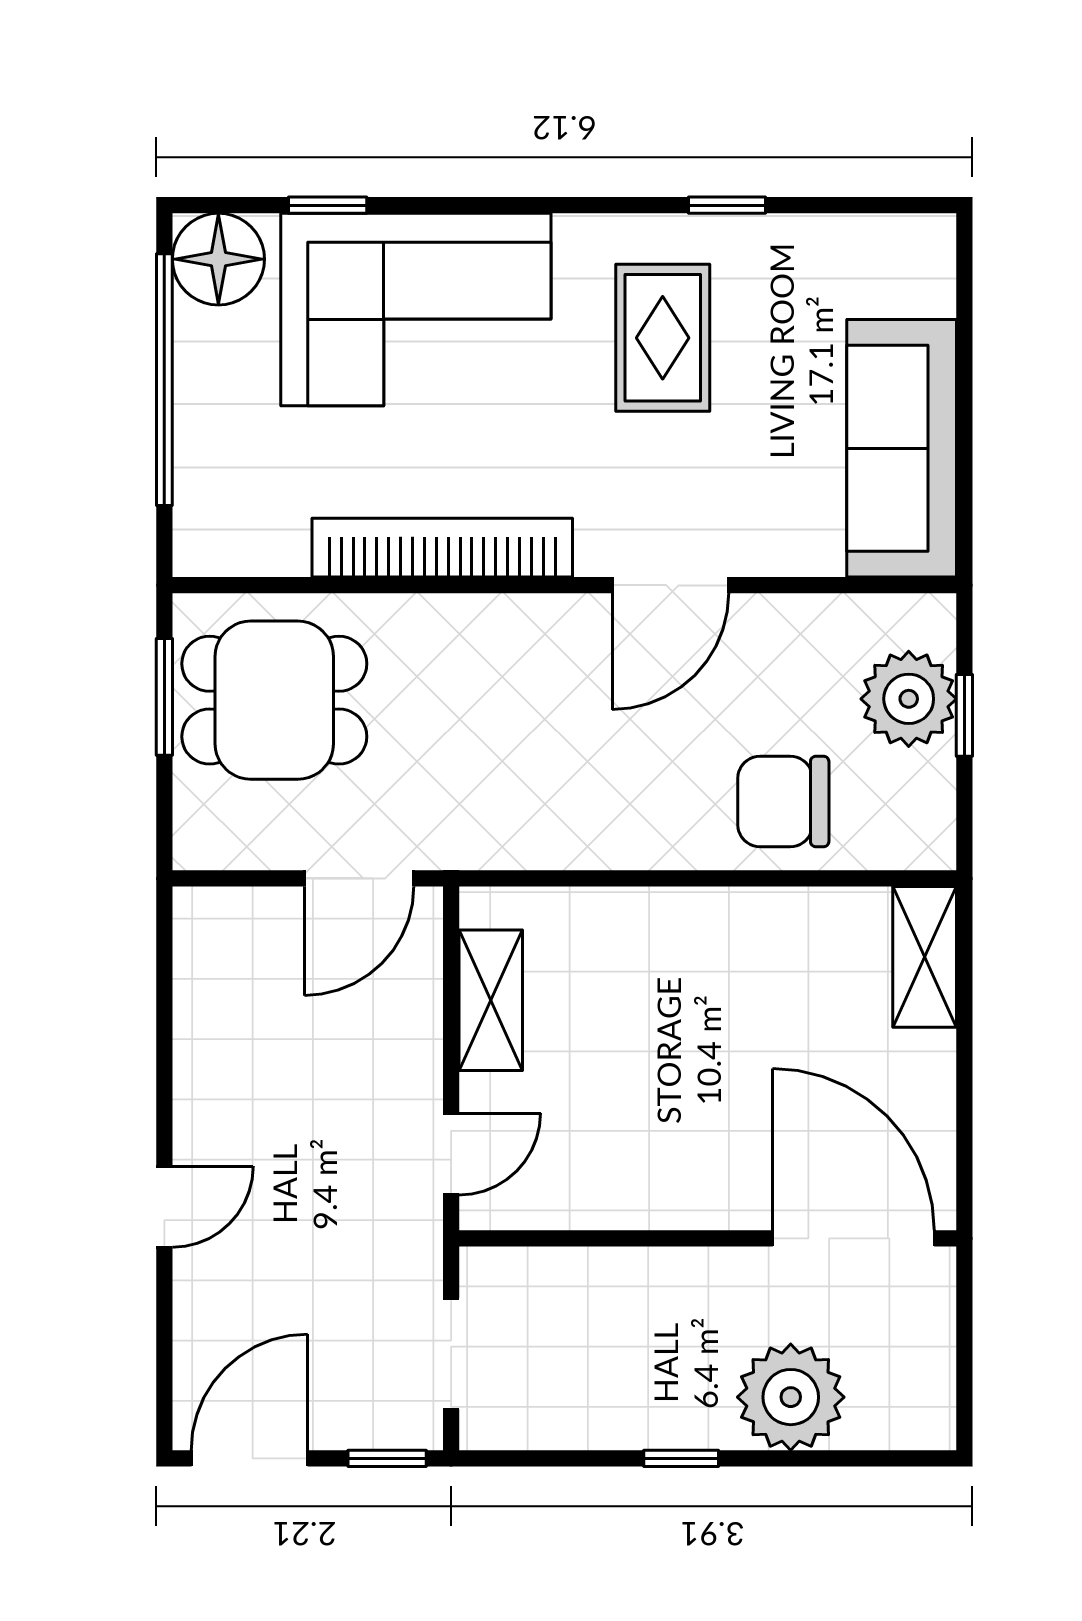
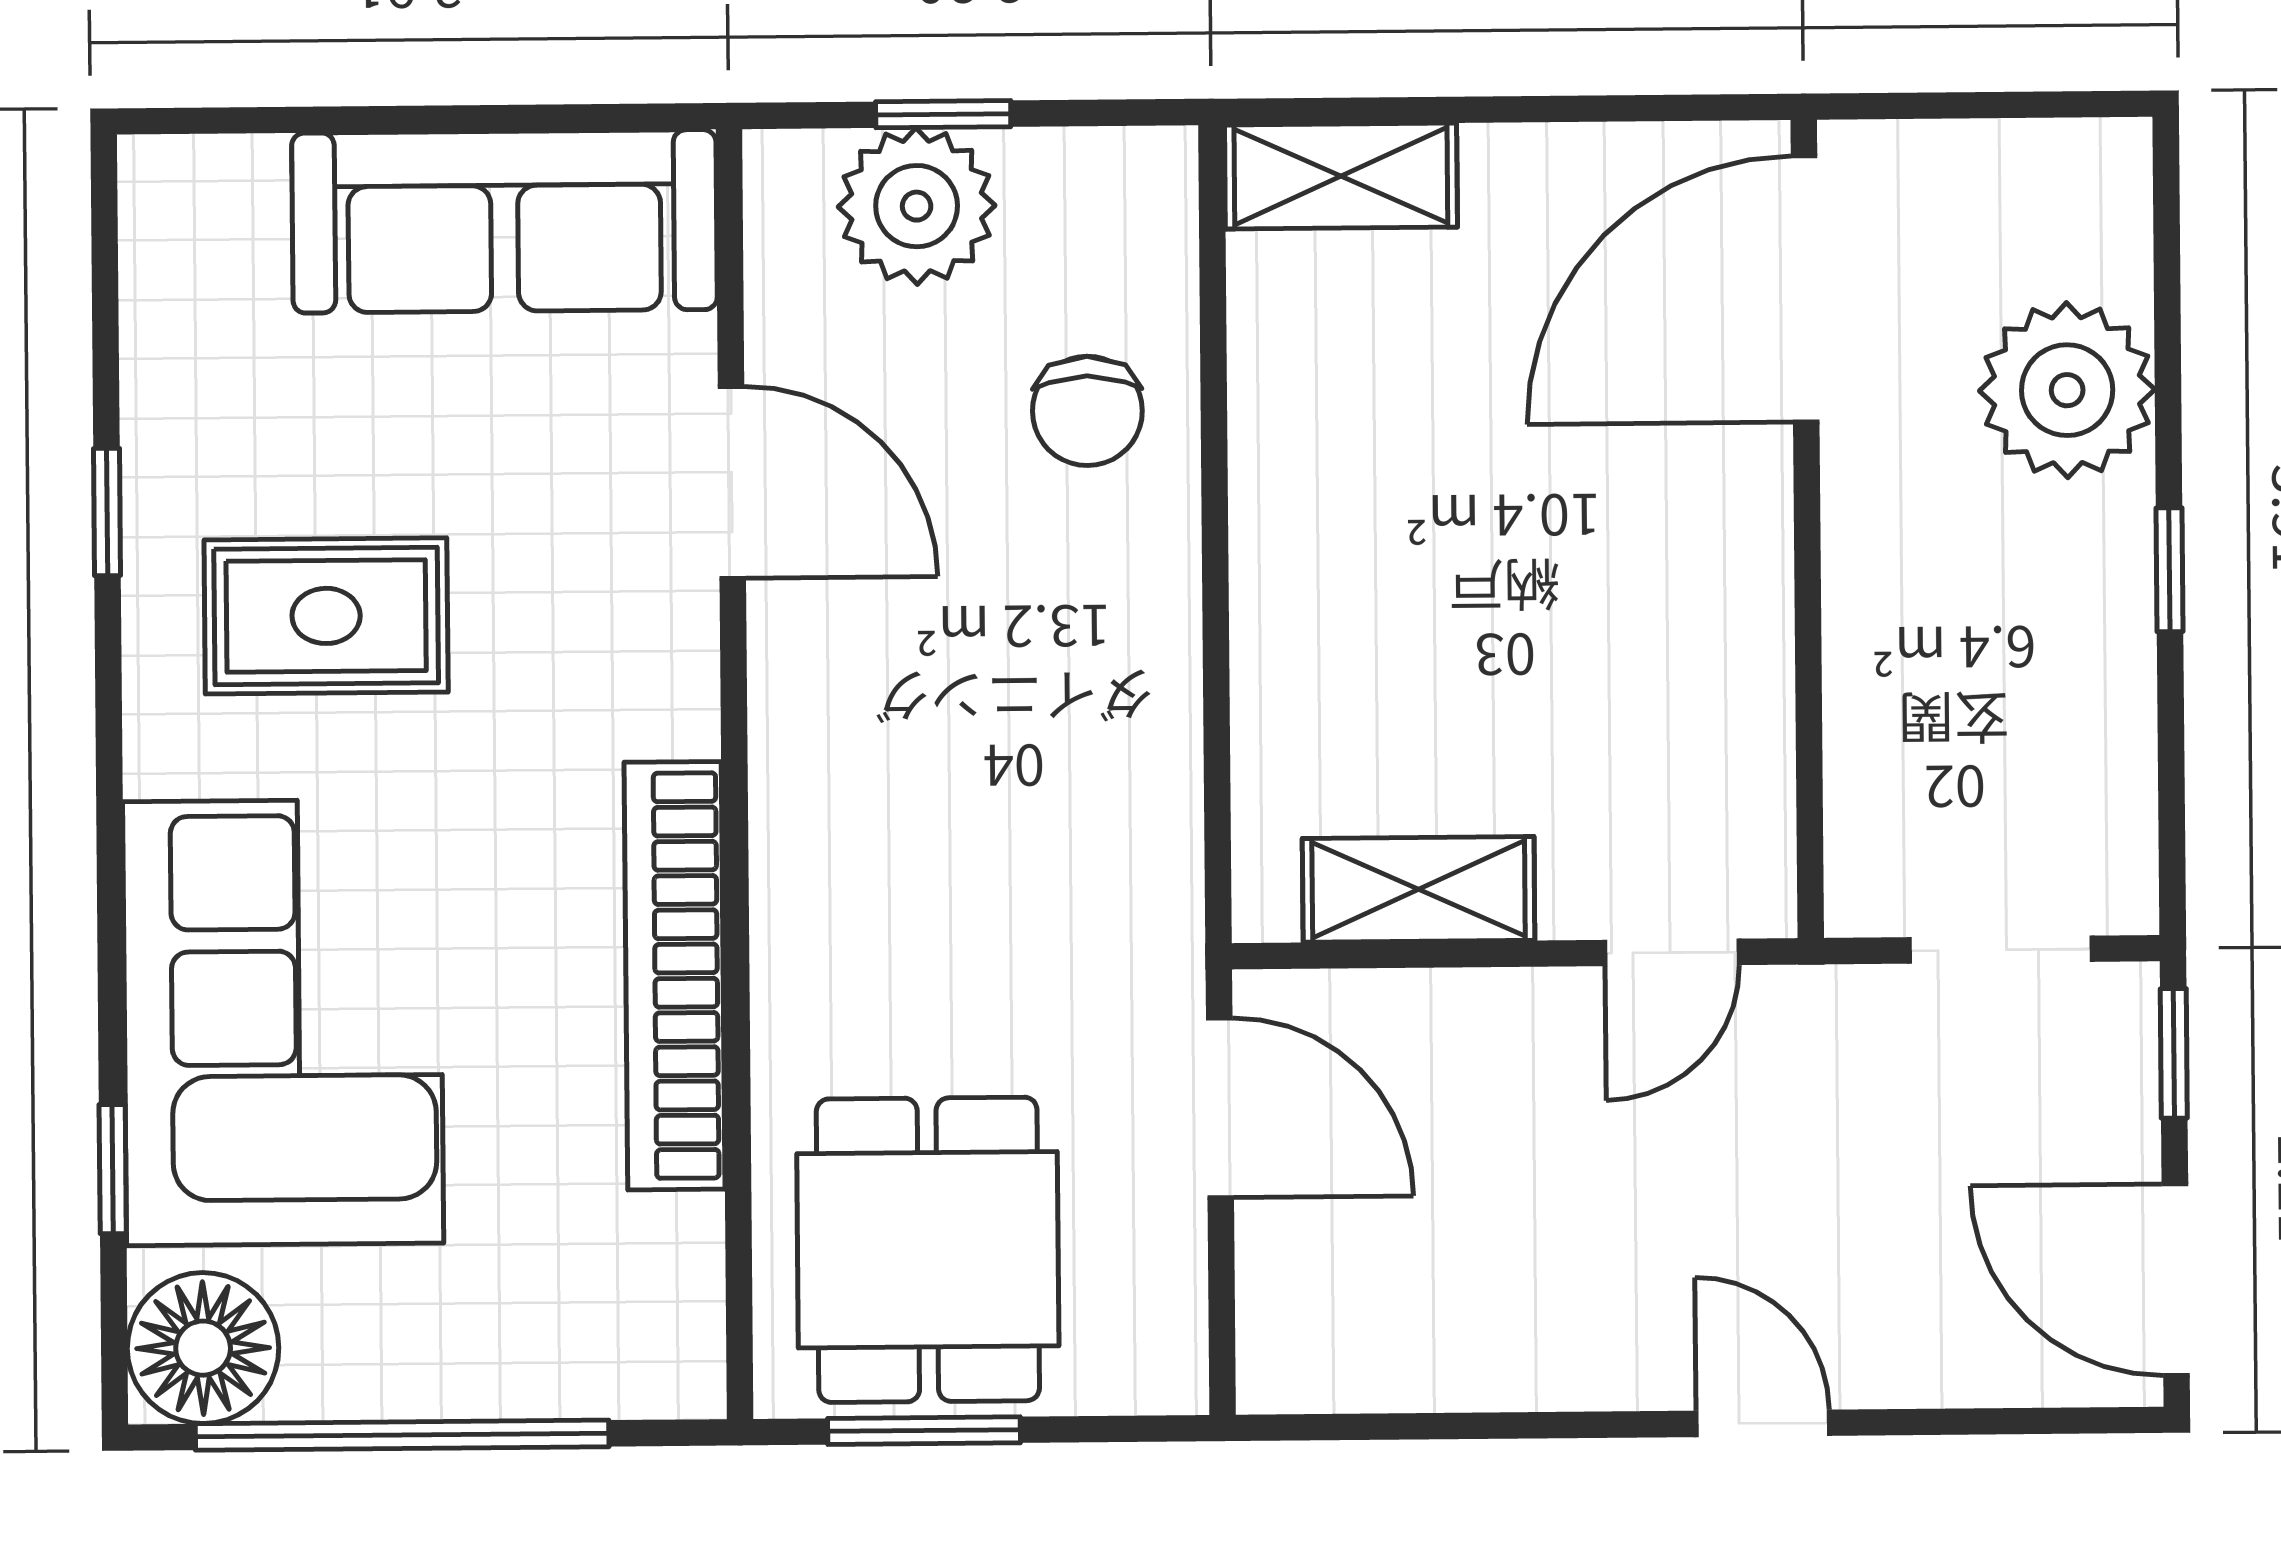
door: (670, 585) -> (732, 482), moved
chair: (783, 802) -> (1087, 411), width x0.73, depth x0.73
door: (451, 1154) -> (1672, 952), swing flipped

